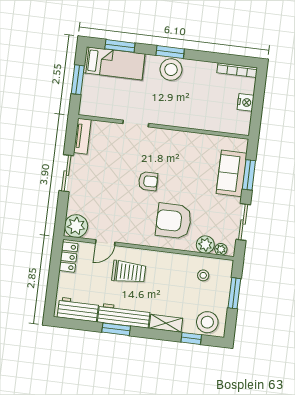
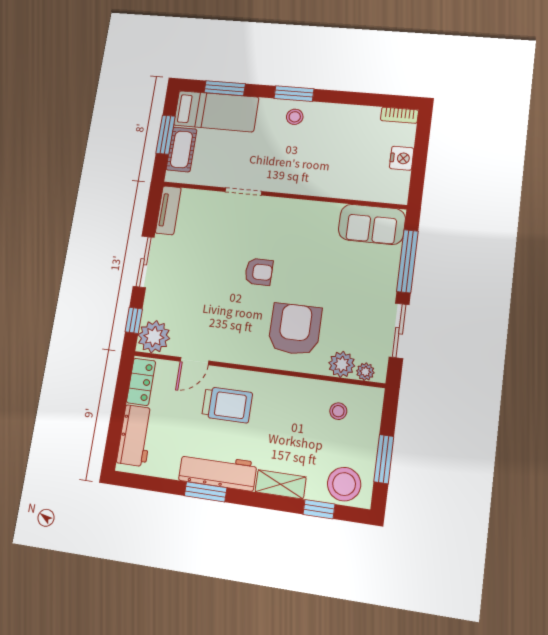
stool: (171, 70) -> (295, 117), width x0.53, depth x0.53
bookcase: (237, 70) -> (399, 115), width x0.64
cot: (90, 91) -> (181, 149), added
sofa: (232, 173) -> (372, 224), moved, turned -90
window: (249, 175) -> (407, 261), width x1.44
window: (61, 215) -> (134, 320), added
armchair: (174, 221) -> (295, 329), turned 90
window: (234, 293) -> (384, 459), moved
workbench: (78, 310) -> (135, 436), moved, turned 90

